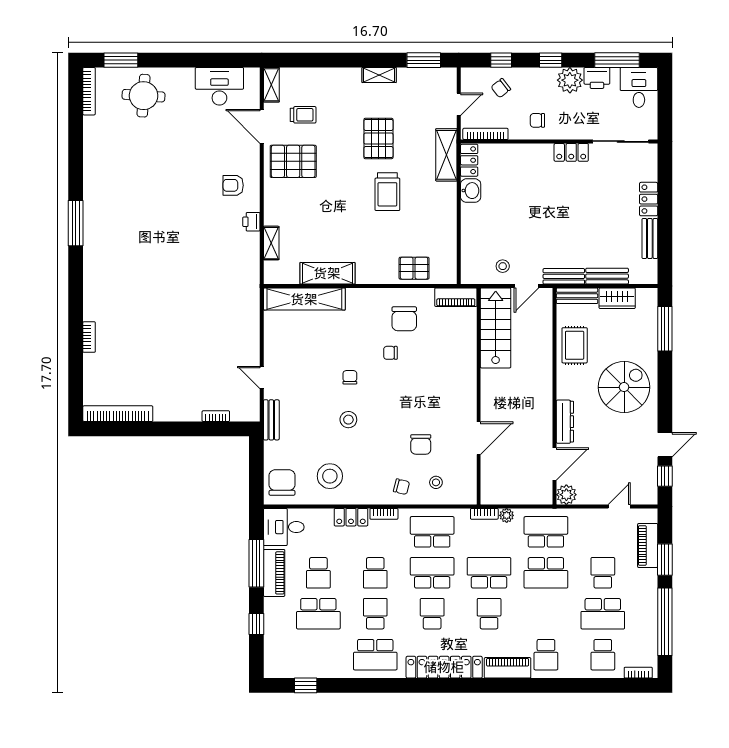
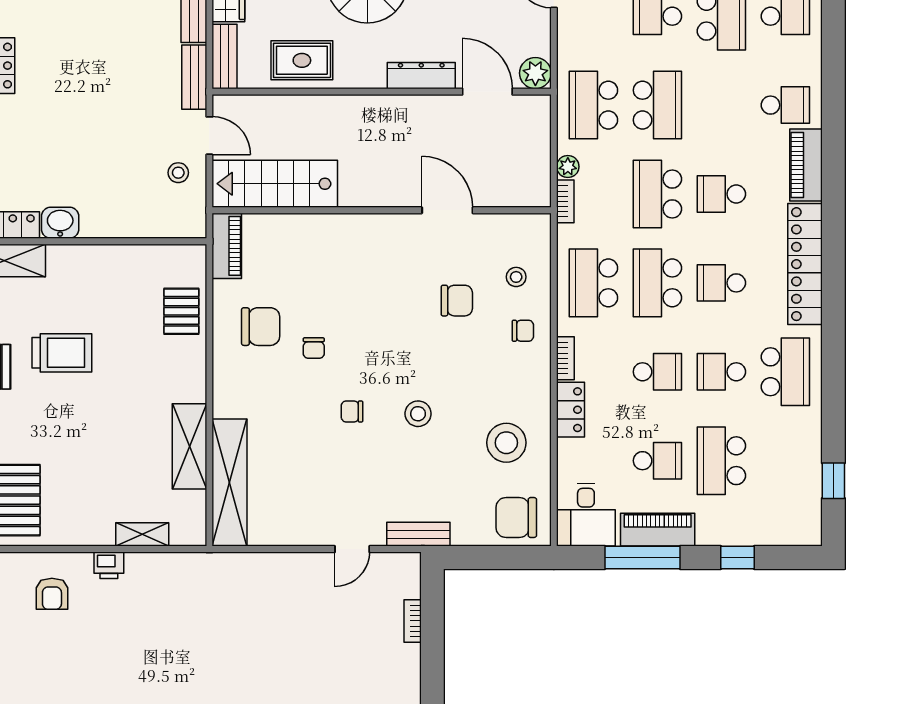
chair: (402, 487) -> (523, 331), turned 76
school desk: (318, 614) -> (721, 461), turned 180

